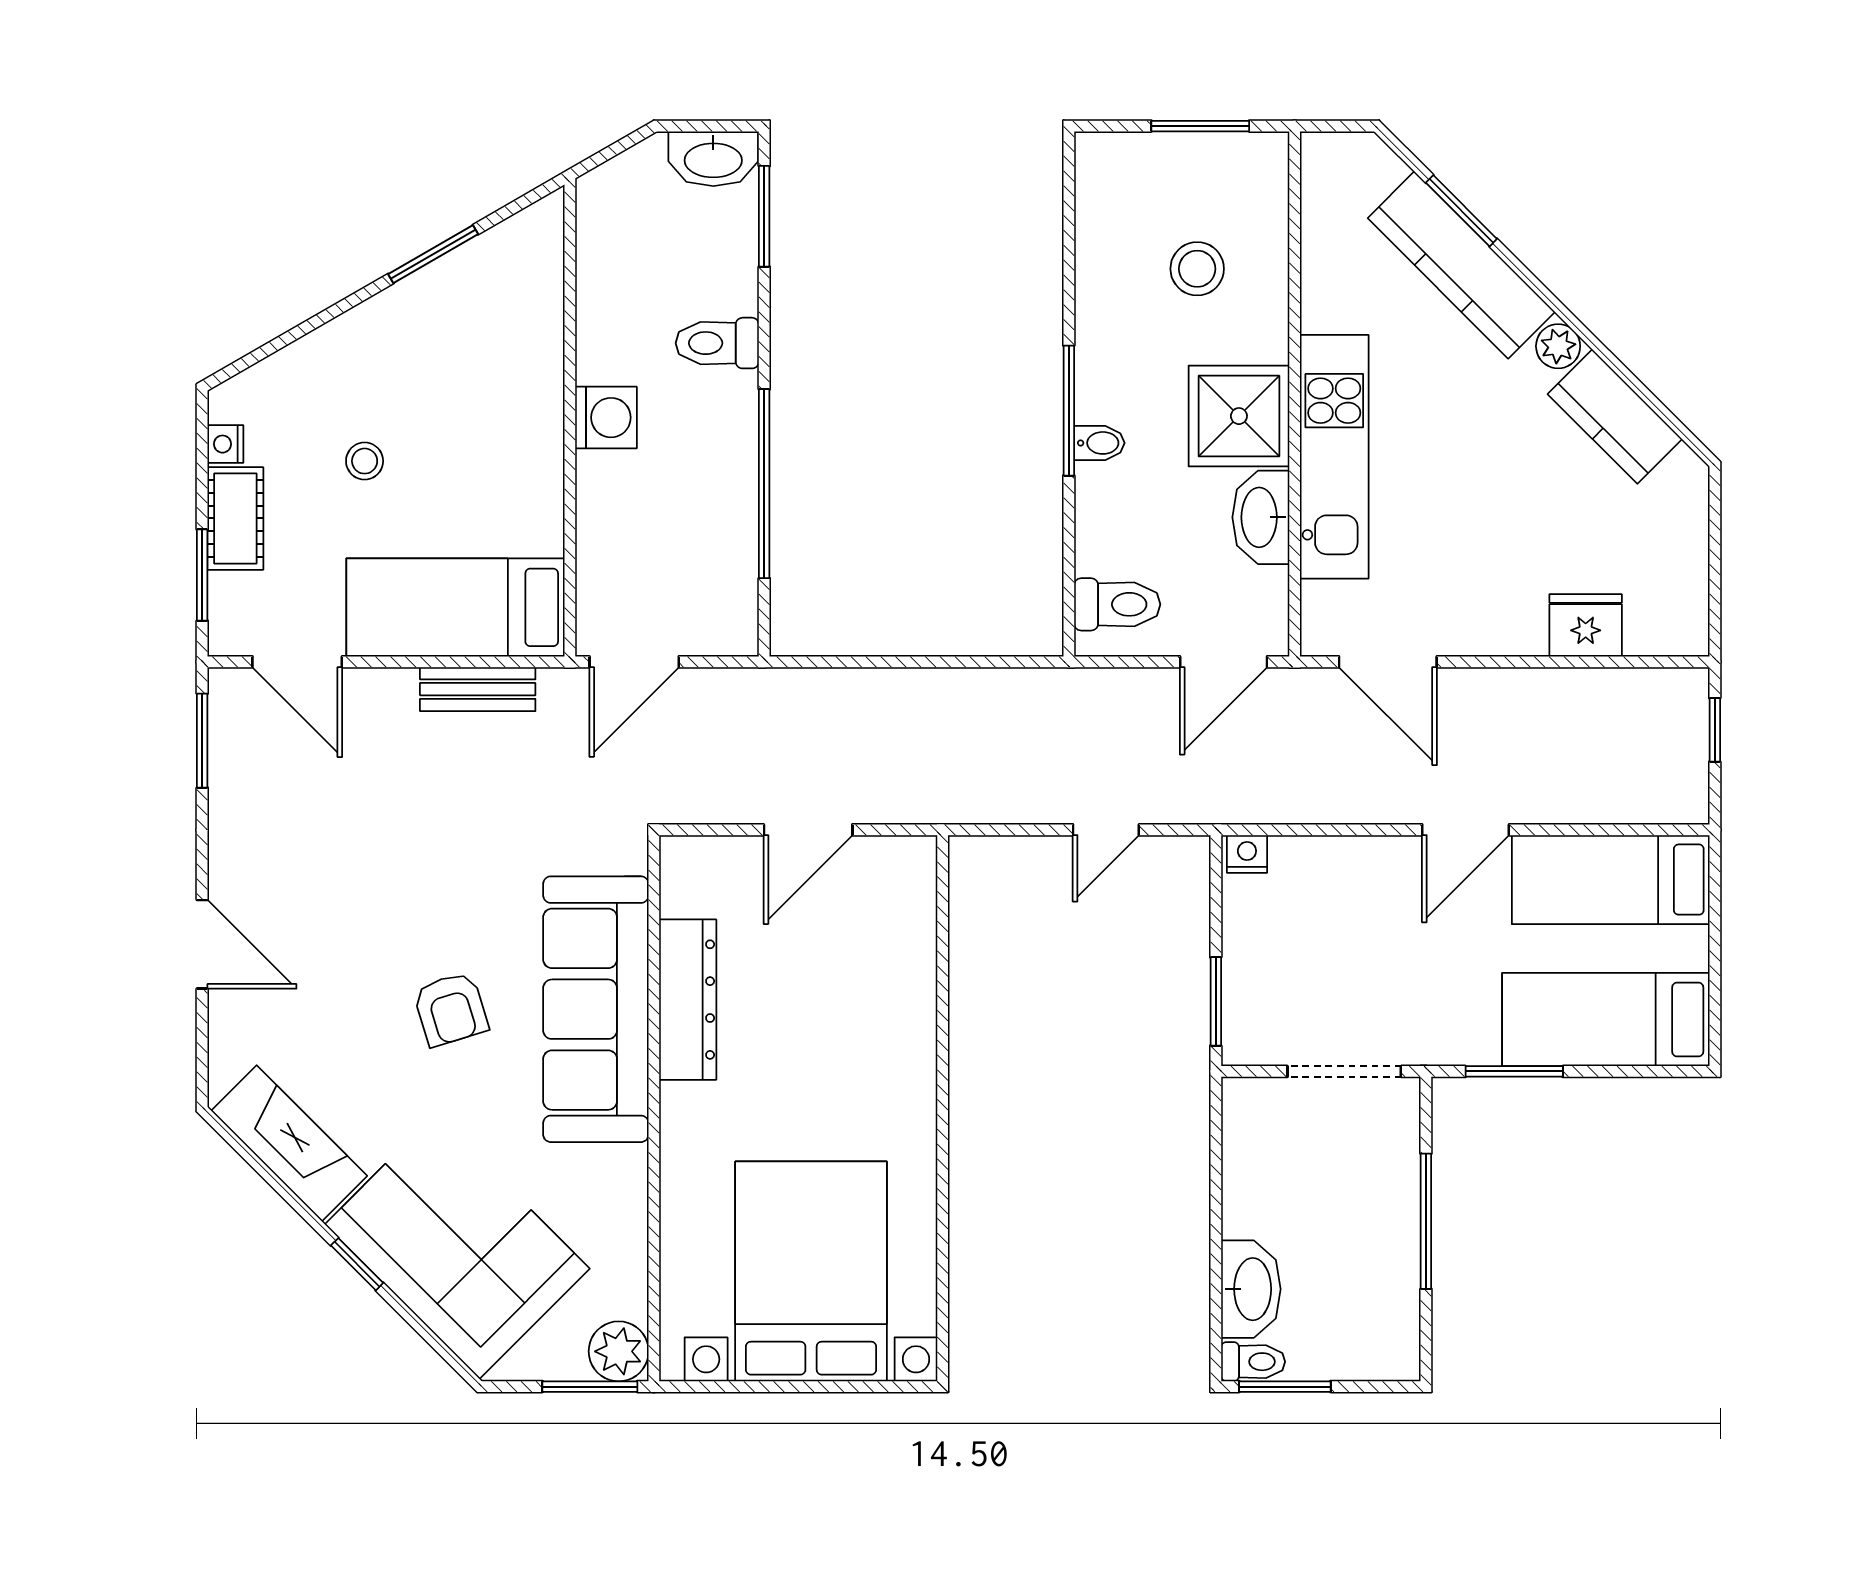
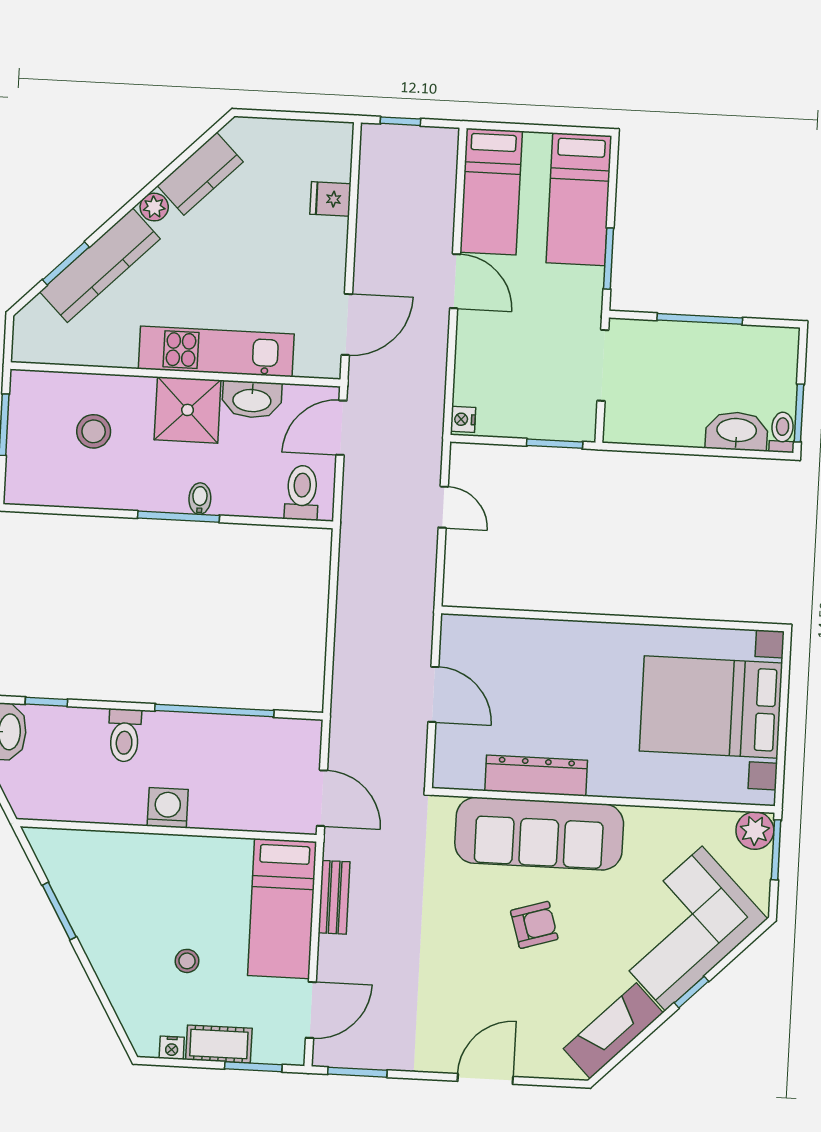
window: (764, 216) -> (46, 702), width x0.67
fridge: (1586, 625) -> (330, 199), width x0.72
door: (1224, 662) -> (341, 428), swing flipped

